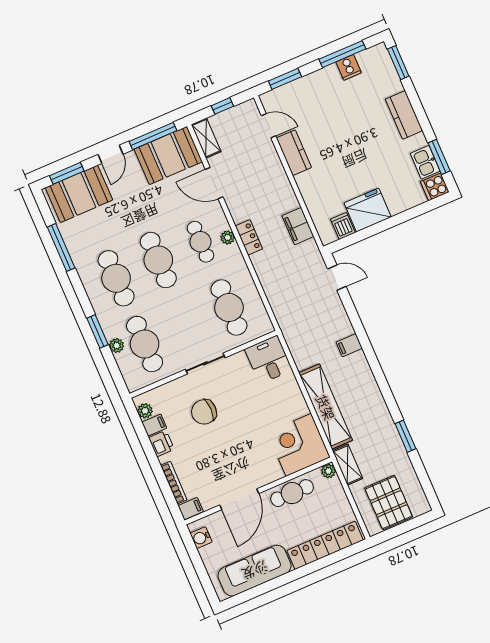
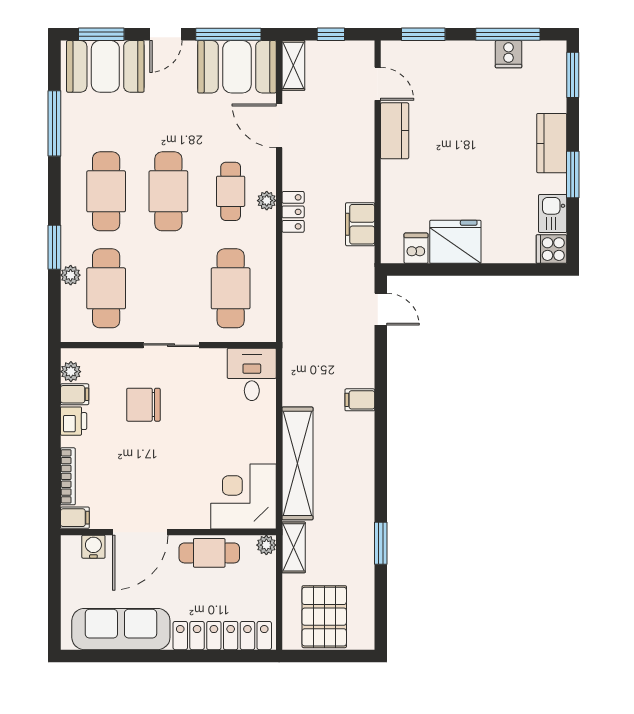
window: (439, 157) -> (573, 174), moved
water cooler: (201, 538) -> (93, 547), moved, turned 90

